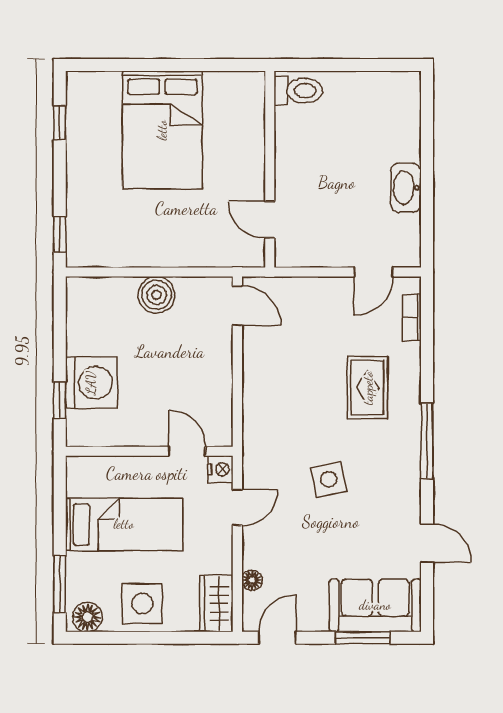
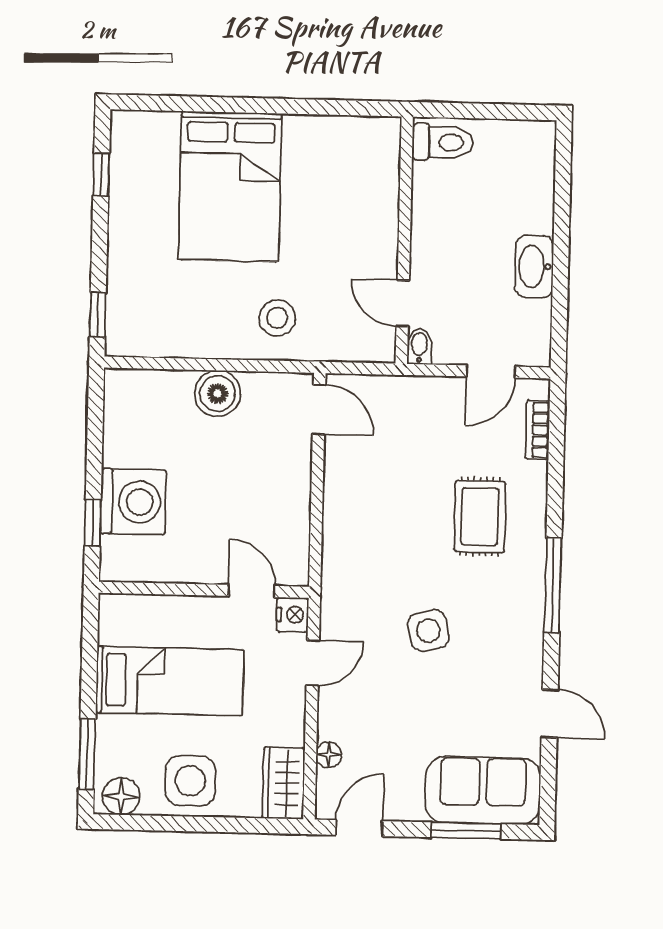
toilet: (298, 91) -> (443, 142), moved
wall: (270, 169) -> (404, 240), moved
door: (270, 219) -> (403, 303), moved
stool: (202, 234) -> (277, 318), added
bidet: (316, 253) -> (419, 346), added

